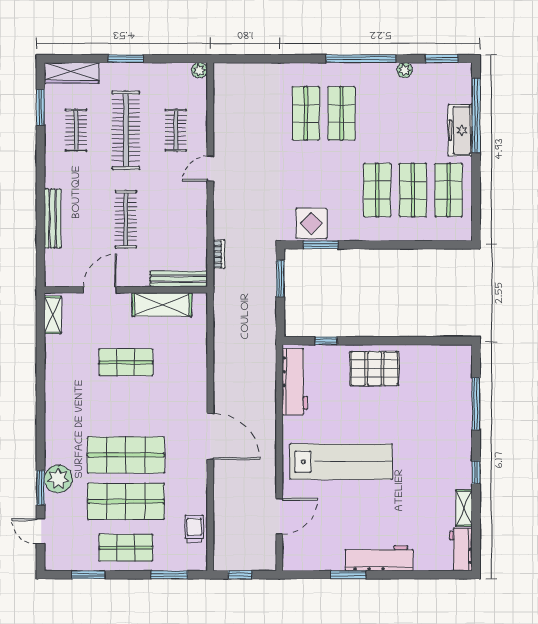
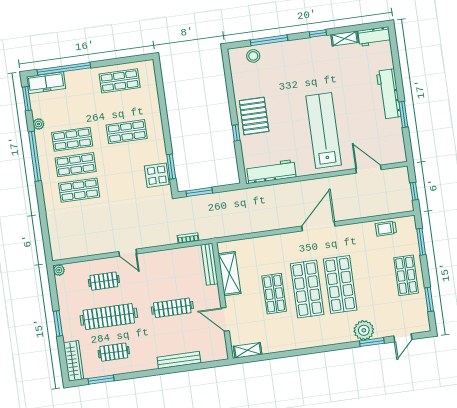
freezer: (460, 130) -> (46, 83), moved
shop shelf: (413, 190) -> (72, 139), moved
window: (326, 341) -> (236, 133), moved
stool: (457, 379) -> (253, 56), added
shop shelf: (126, 501) -> (307, 289), moved

